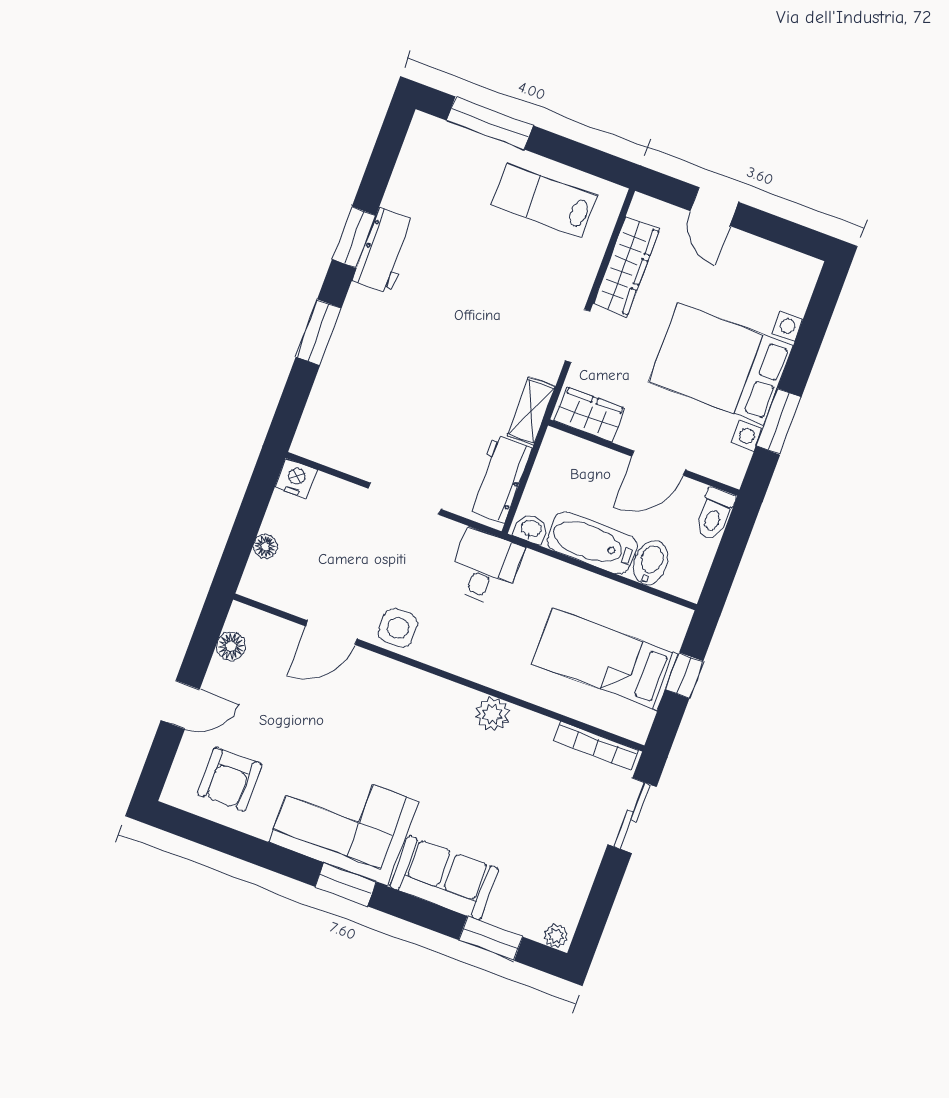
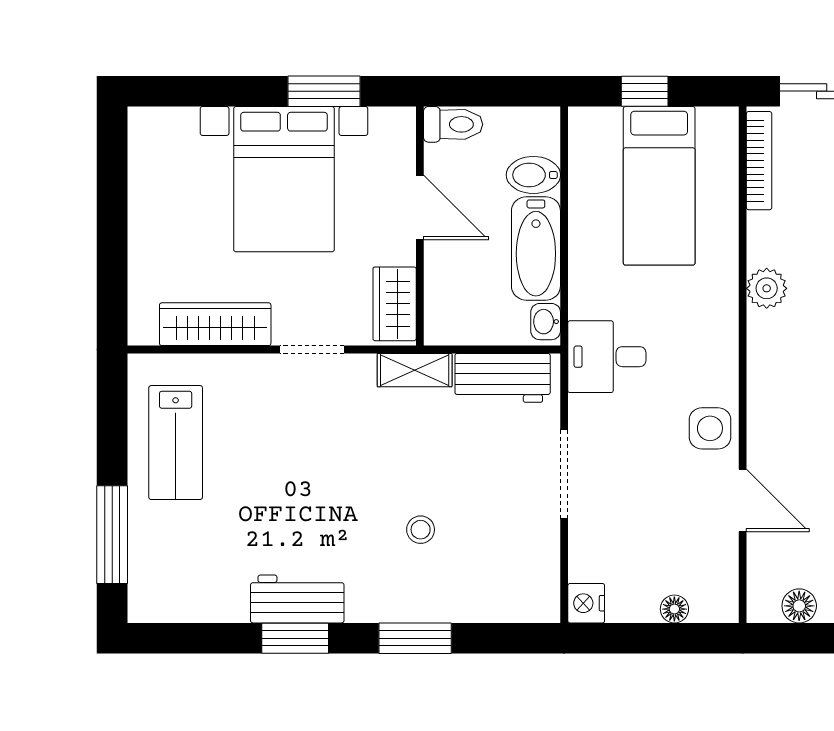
door: (714, 207) -> (112, 251), removed
stool: (403, 369) -> (421, 530), added

